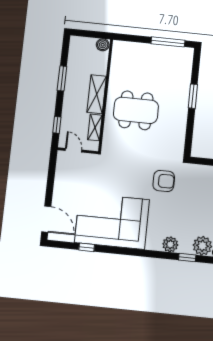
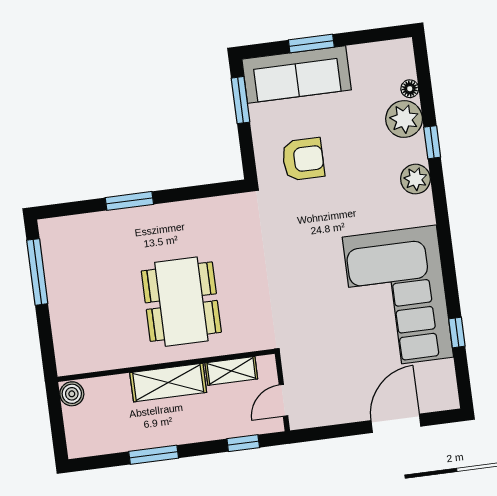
armchair: (164, 181) -> (303, 159), moved, turned 90
door: (46, 219) -> (396, 423), moved

